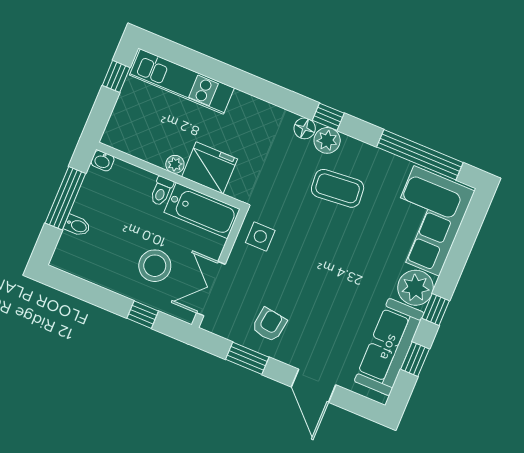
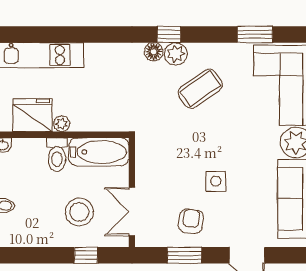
window: (420, 155) -> (255, 34), width x0.47
fridge: (210, 168) -> (33, 115), moved
coffee table: (338, 188) -> (200, 89), turned -30
toilet: (161, 191) -> (57, 155), width x1.37, depth x1.39
side table: (260, 236) -> (216, 181), moved

